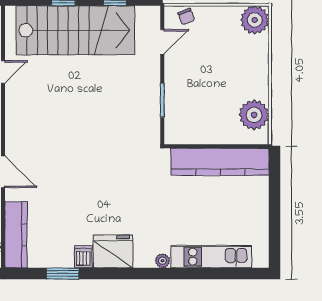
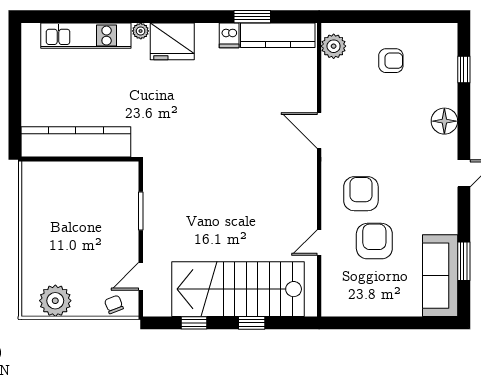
plant: (255, 20) -> (55, 301), moved
plant: (254, 115) -> (38, 194), removed
kitchen counter: (16, 235) -> (278, 35), moved, turned -90
fridge: (113, 251) -> (172, 41), moved

